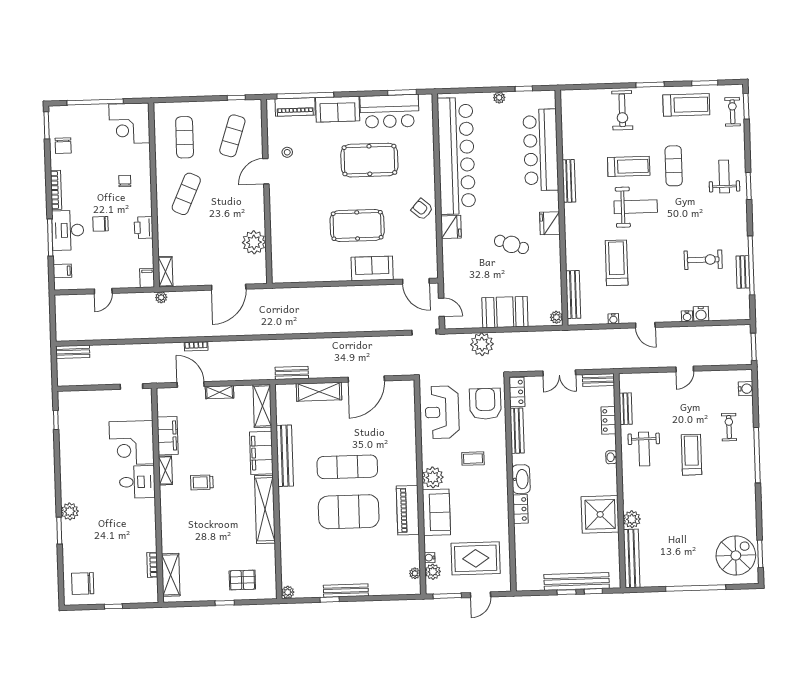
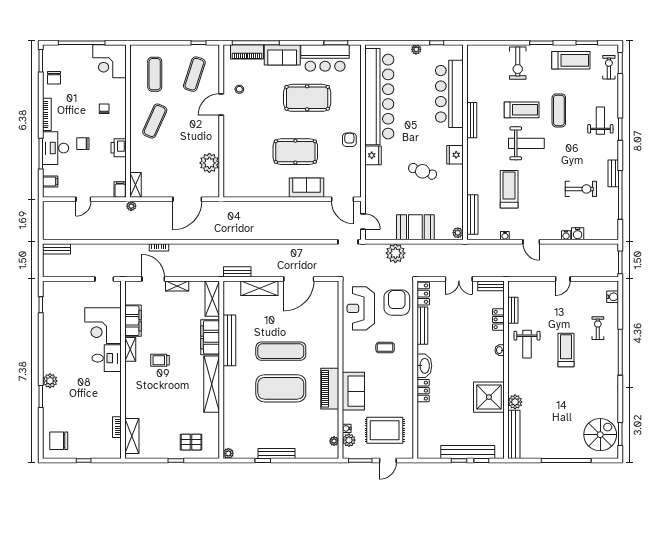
armchair: (422, 209) -> (349, 140), turned 49
bench: (743, 272) -> (613, 173), moved
plant: (433, 477) -> (351, 362), removed

